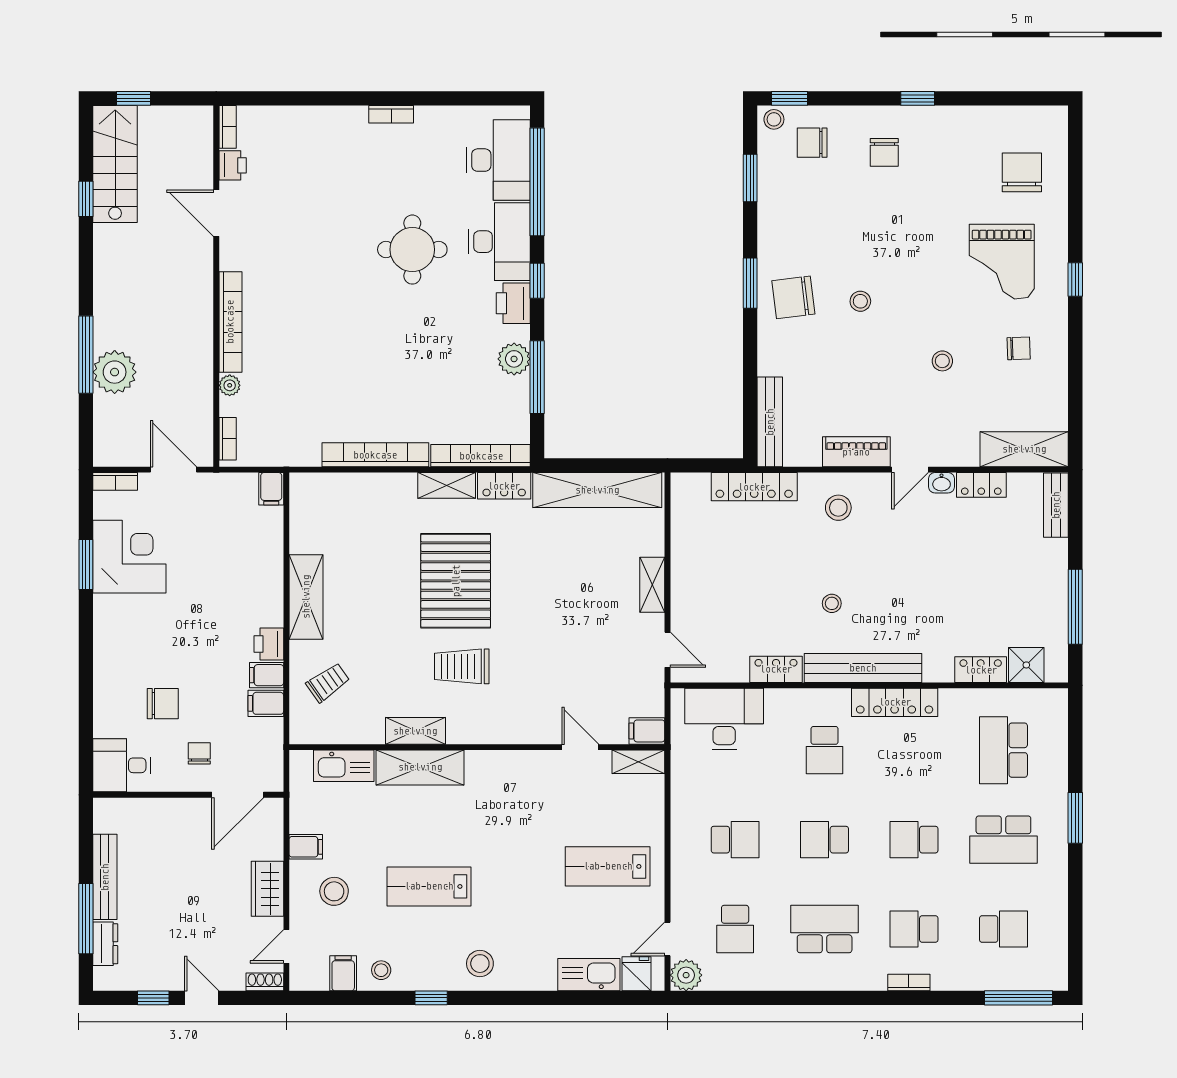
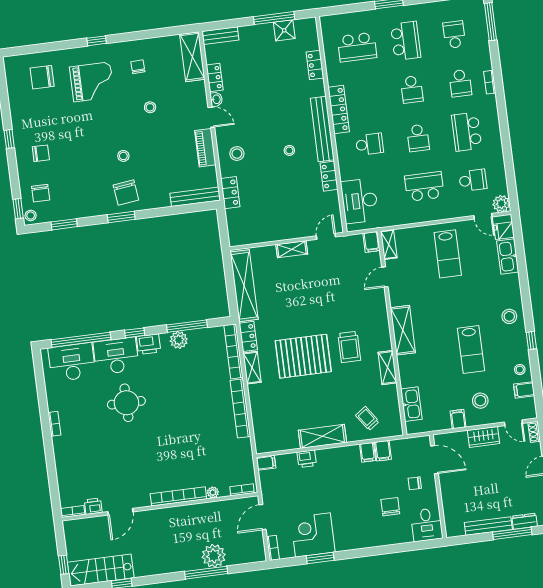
locker: (754, 487) -> (230, 193), width x0.66
printer: (269, 644) -> (307, 459), moved
shower: (1026, 665) -> (284, 30), moved
shelving: (420, 767) -> (403, 330), moved
school desk: (735, 840) -> (424, 187), width x1.85

